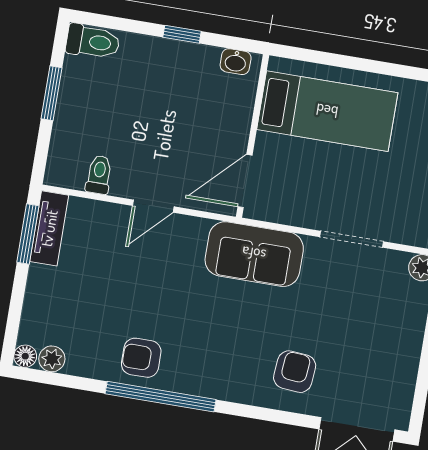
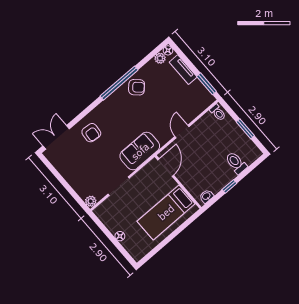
toilet: (93, 42) -> (236, 163), moved, turned 90
toilet: (99, 175) -> (218, 113), moved
tv unit: (49, 228) -> (183, 70), moved
armchair: (141, 358) -> (137, 87), turned 43

